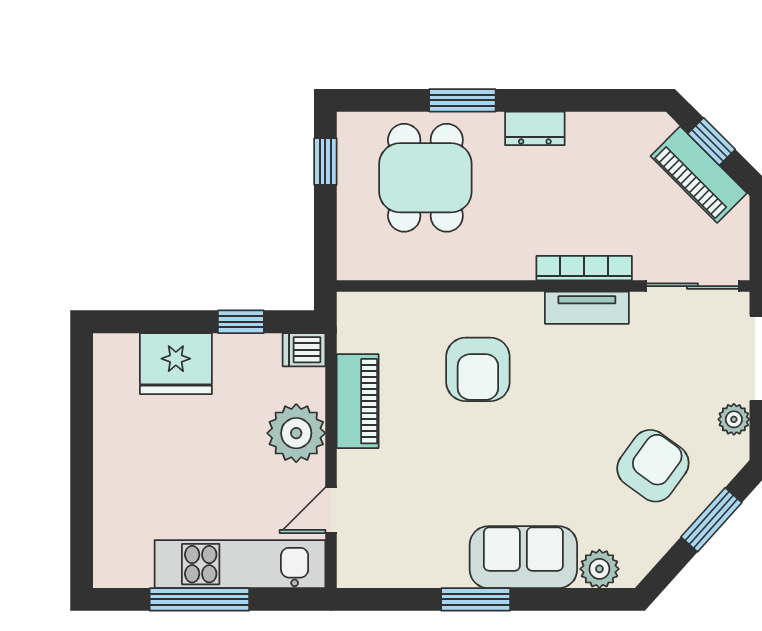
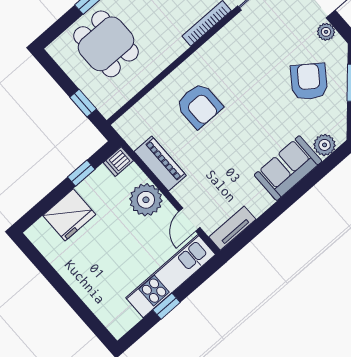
window: (325, 162) -> (83, 103), moved
tv unit: (587, 308) -> (232, 228), moved, turned 180
window: (199, 599) -> (167, 306), width x0.46
window: (476, 599) -> (283, 204), removed

